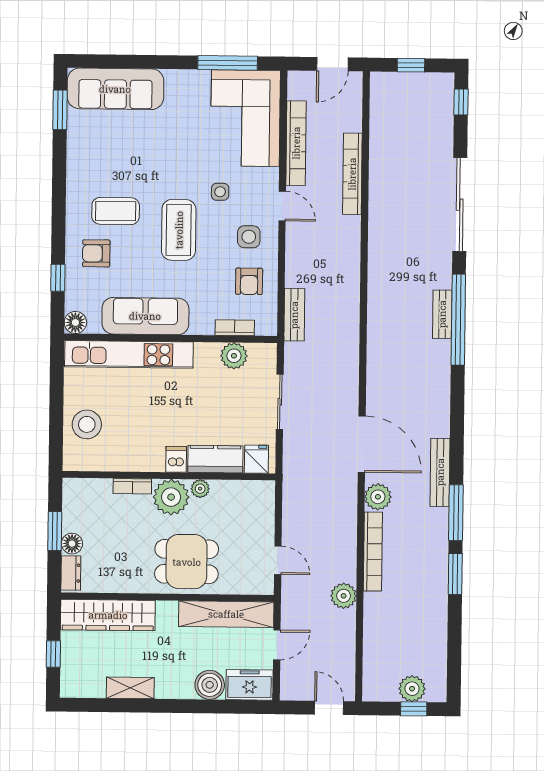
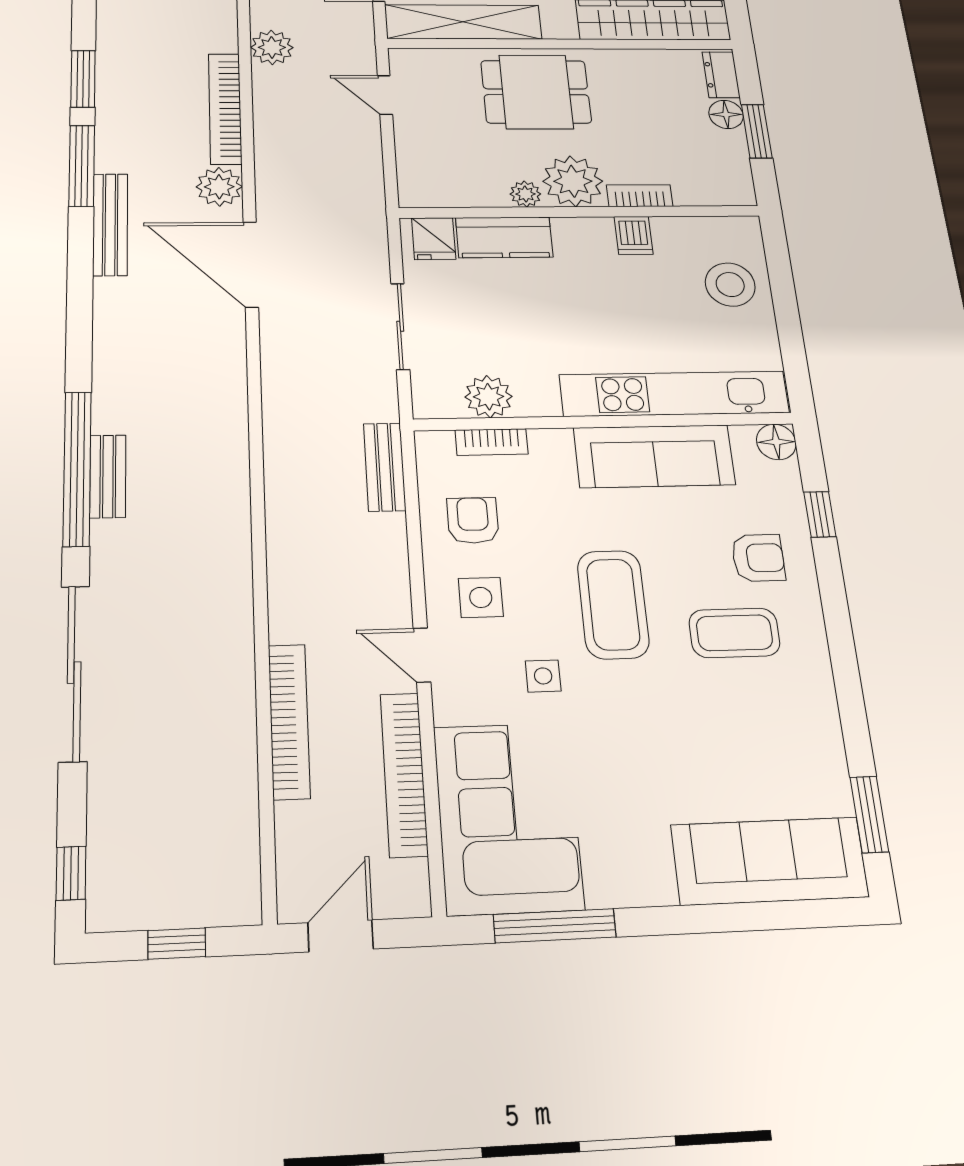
dishwasher: (176, 459) -> (634, 235), moved

